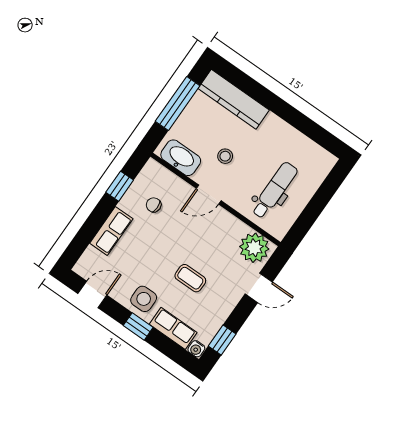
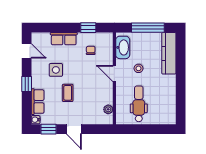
dental chair: (275, 190) -> (139, 104), turned -90
plant: (254, 248) -> (108, 109), width x0.53, depth x0.53
door: (259, 288) -> (74, 129), moved
side table: (144, 299) -> (56, 70), moved

